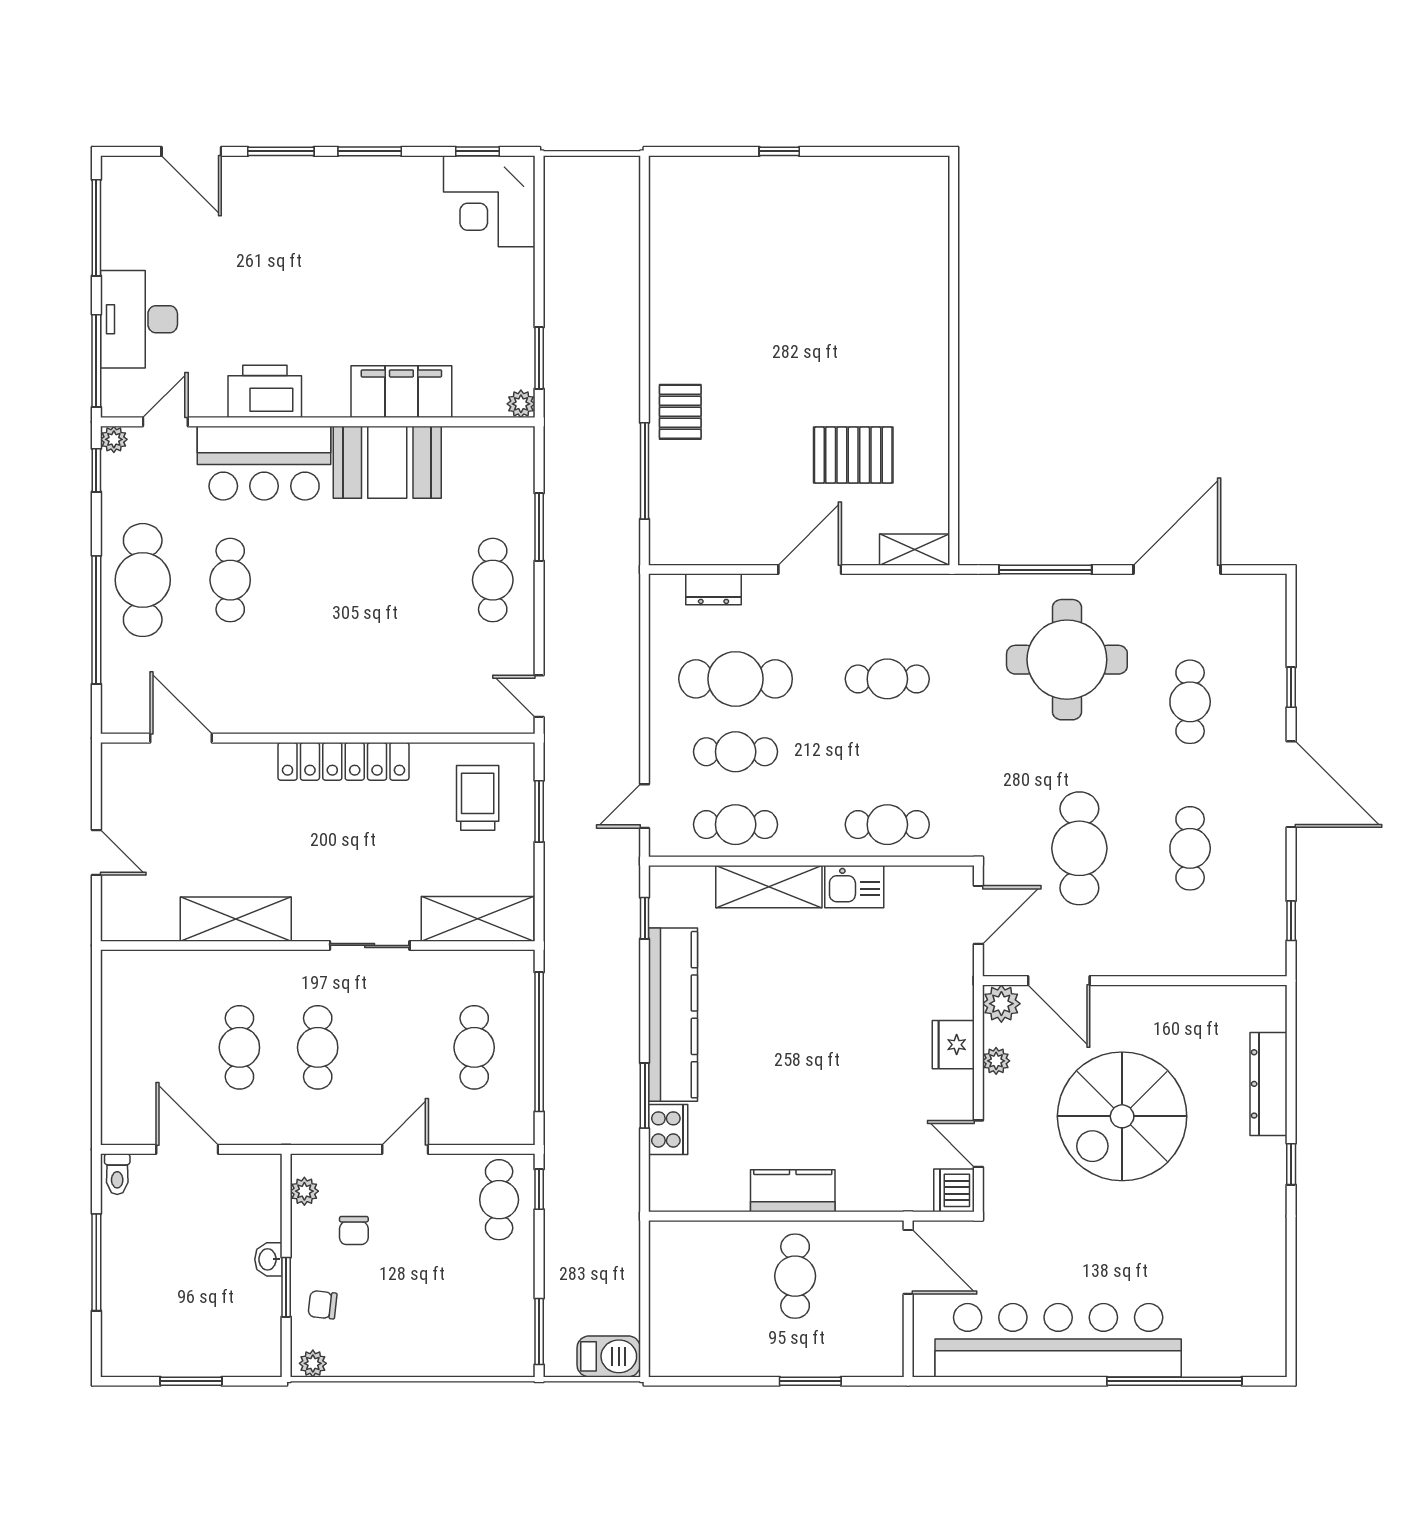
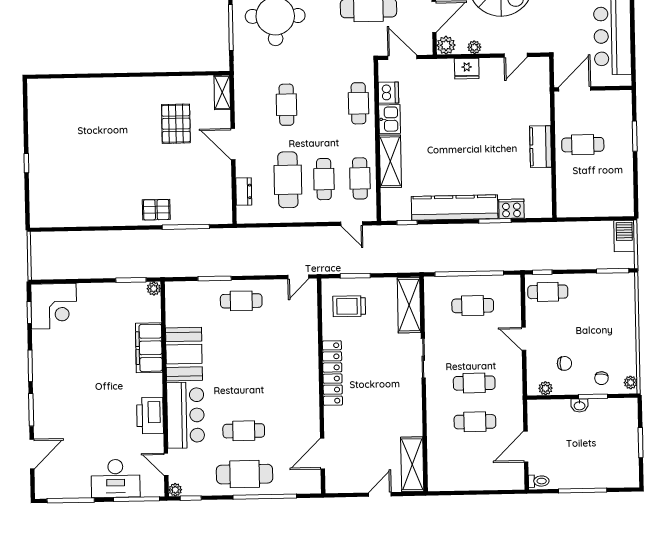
shelving: (236, 919) -> (412, 464), moved
dishwasher: (954, 1190) -> (388, 93), moved, turned -90

